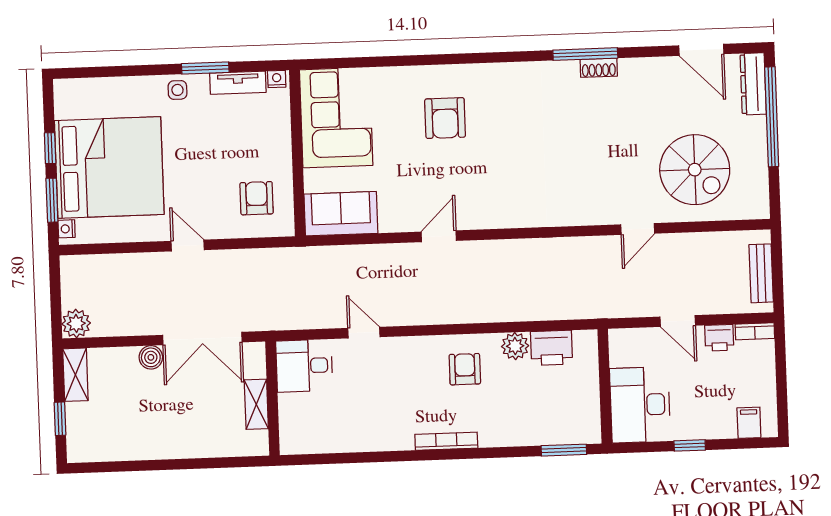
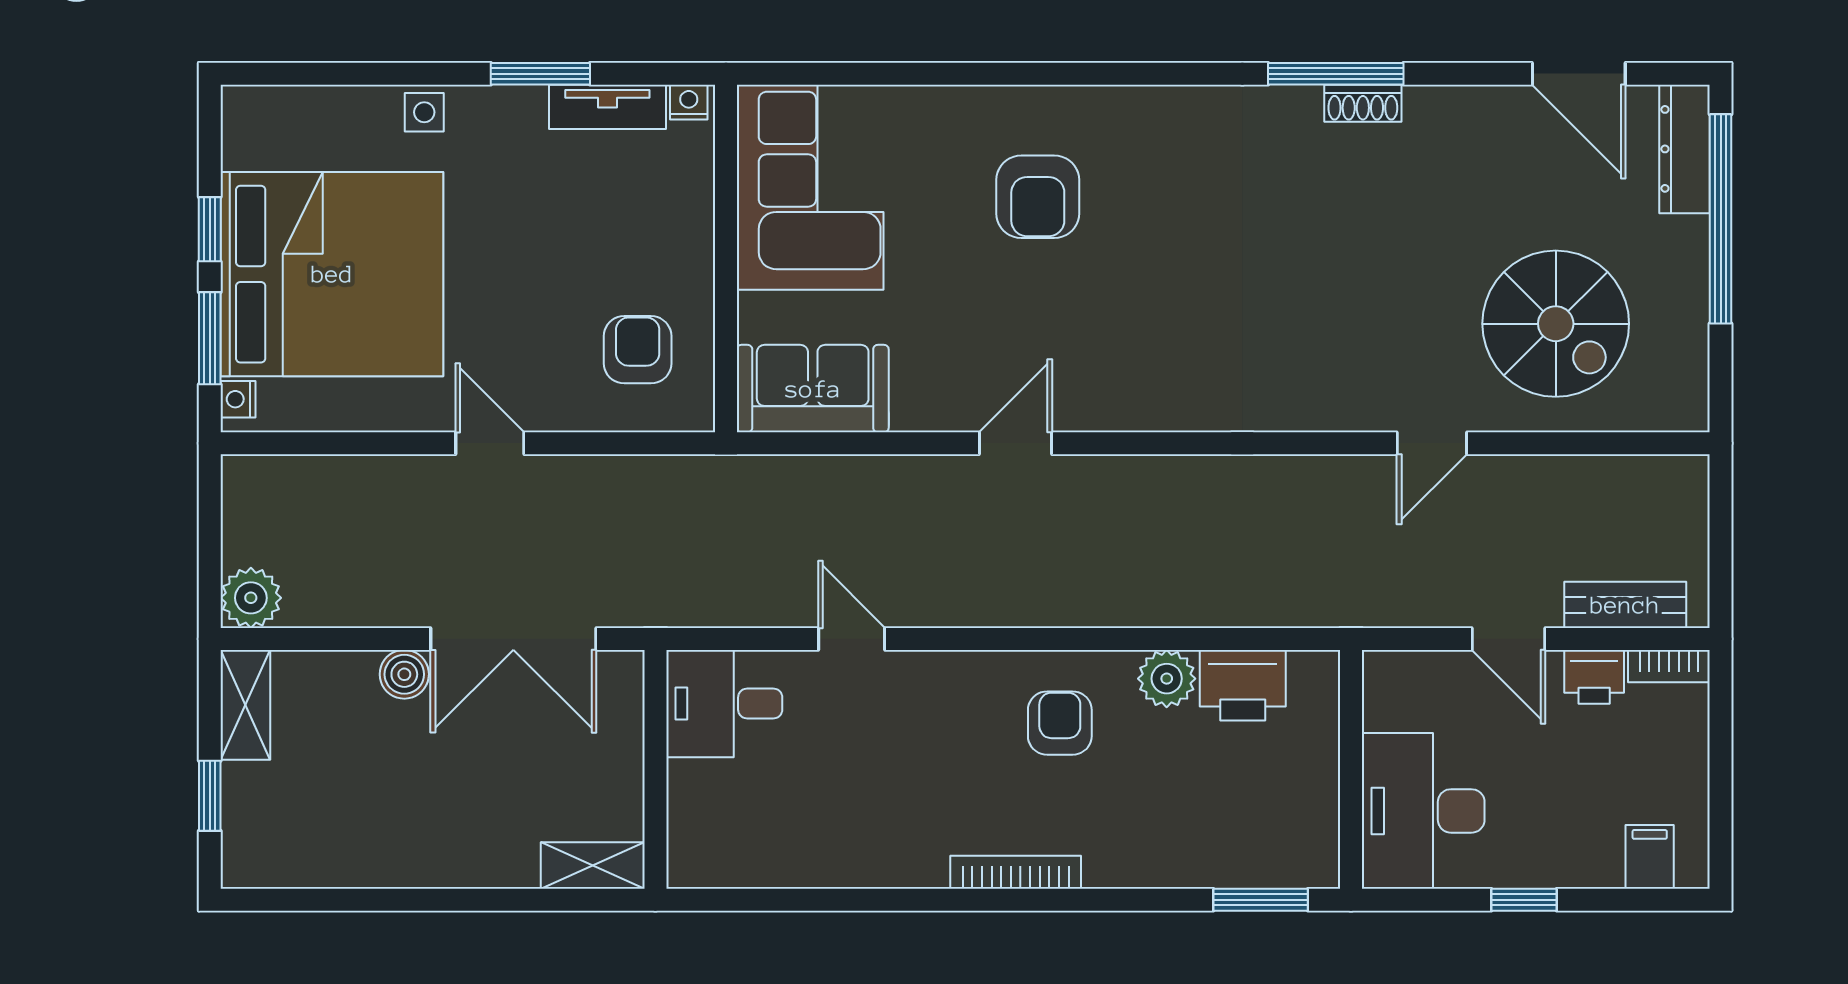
side table: (177, 90) -> (424, 112), moved
bench: (761, 273) -> (1625, 605), moved, turned 90
shelving: (256, 404) -> (593, 866), moved, turned 90

